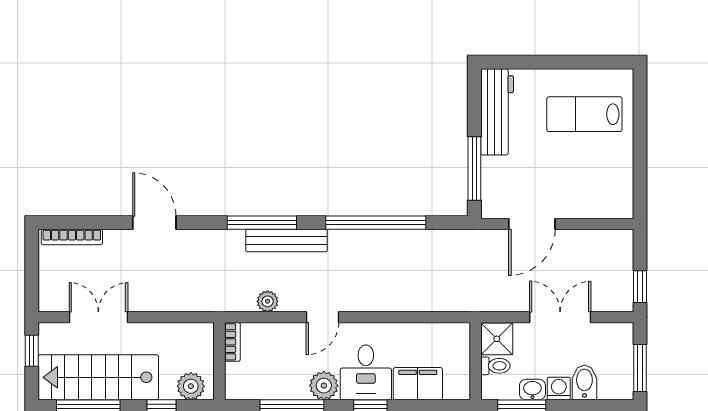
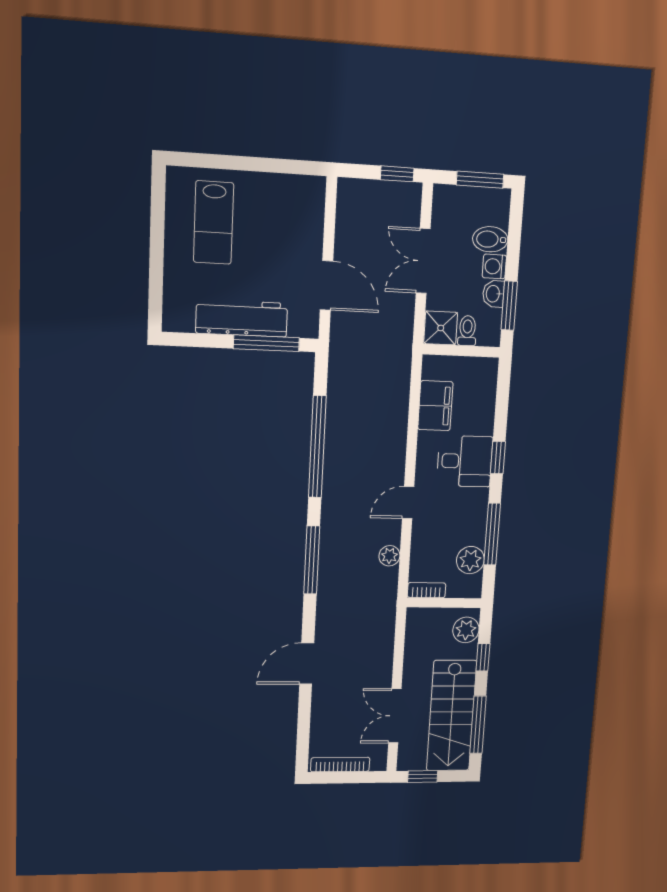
workbench: (497, 112) -> (242, 318), moved
bookcase: (72, 237) -> (340, 764), moved, turned -90
bench: (287, 241) -> (331, 536), removed
door: (322, 317) -> (408, 502), swing flipped
filing cabinet: (418, 384) -> (435, 406), moved, turned 180
plant: (324, 386) -> (470, 560), moved

